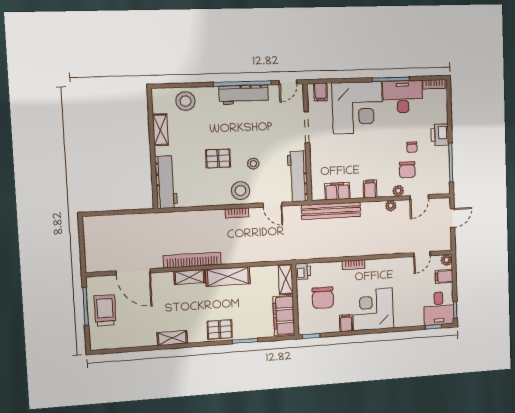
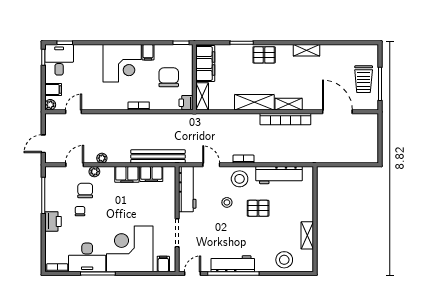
workbench: (166, 182) -> (279, 175), moved, turned -90
filing cabinet: (370, 189) -> (127, 174), width x2.00

